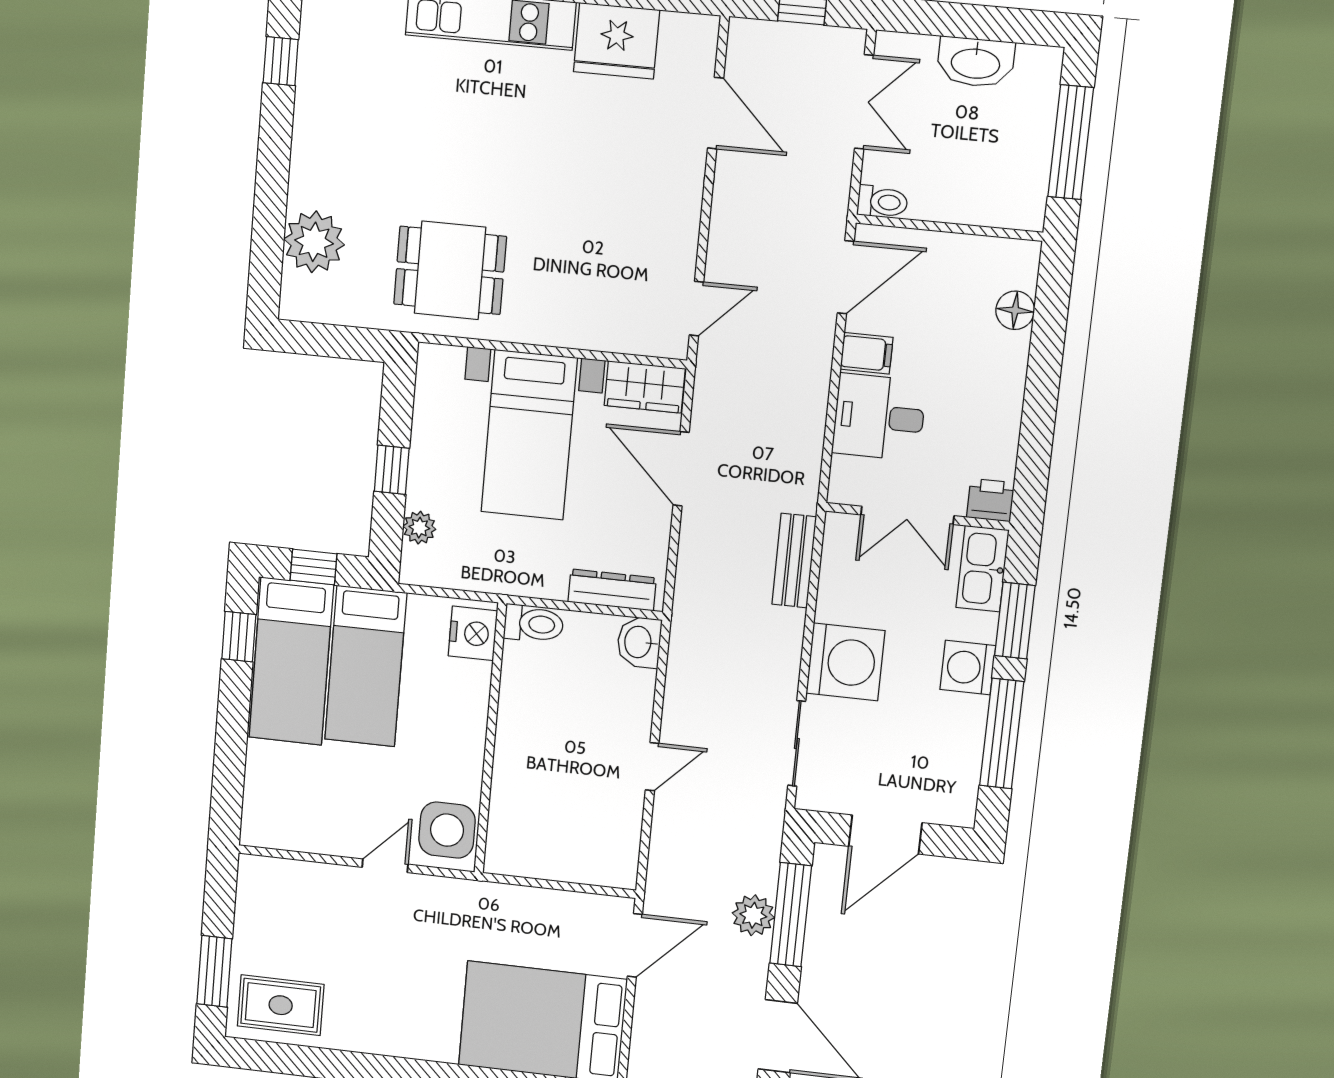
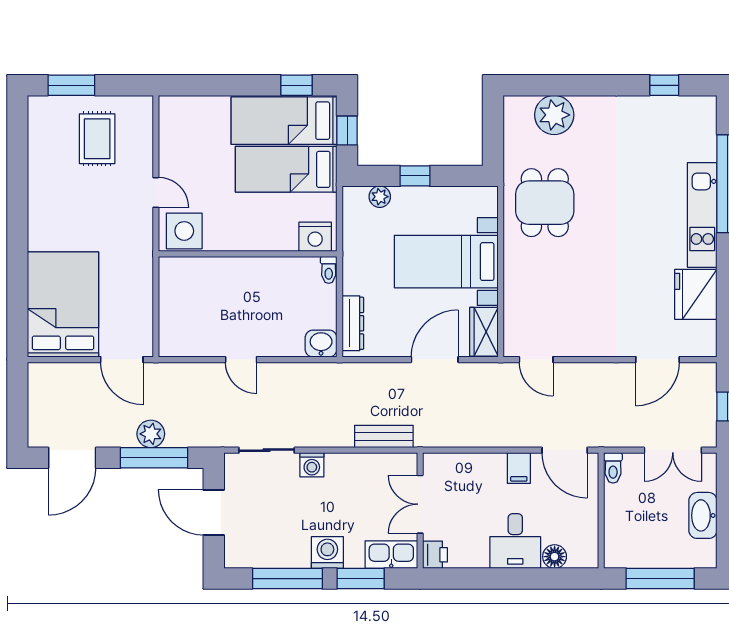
desk: (879, 417) -> (515, 541), moved, turned 180
toilet: (534, 624) -> (329, 270), width x0.73, depth x0.72
washing machine: (846, 662) -> (312, 465), width x0.53, depth x0.53
rug: (281, 1005) -> (97, 139), moved

